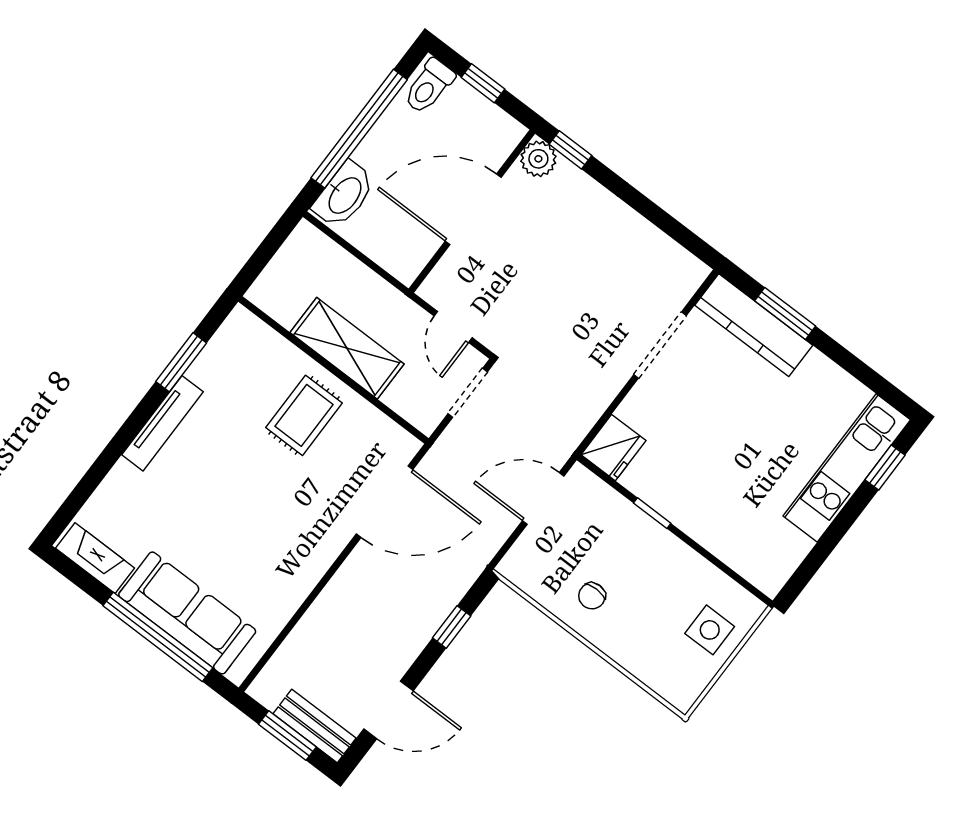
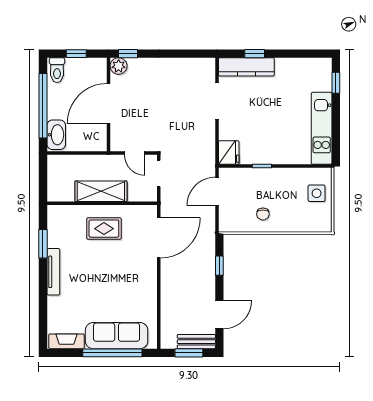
window: (785, 313) -> (255, 54), width x0.67
rug: (304, 415) -> (104, 229), turned 90
kitchen unit: (847, 468) -> (322, 128), moved

